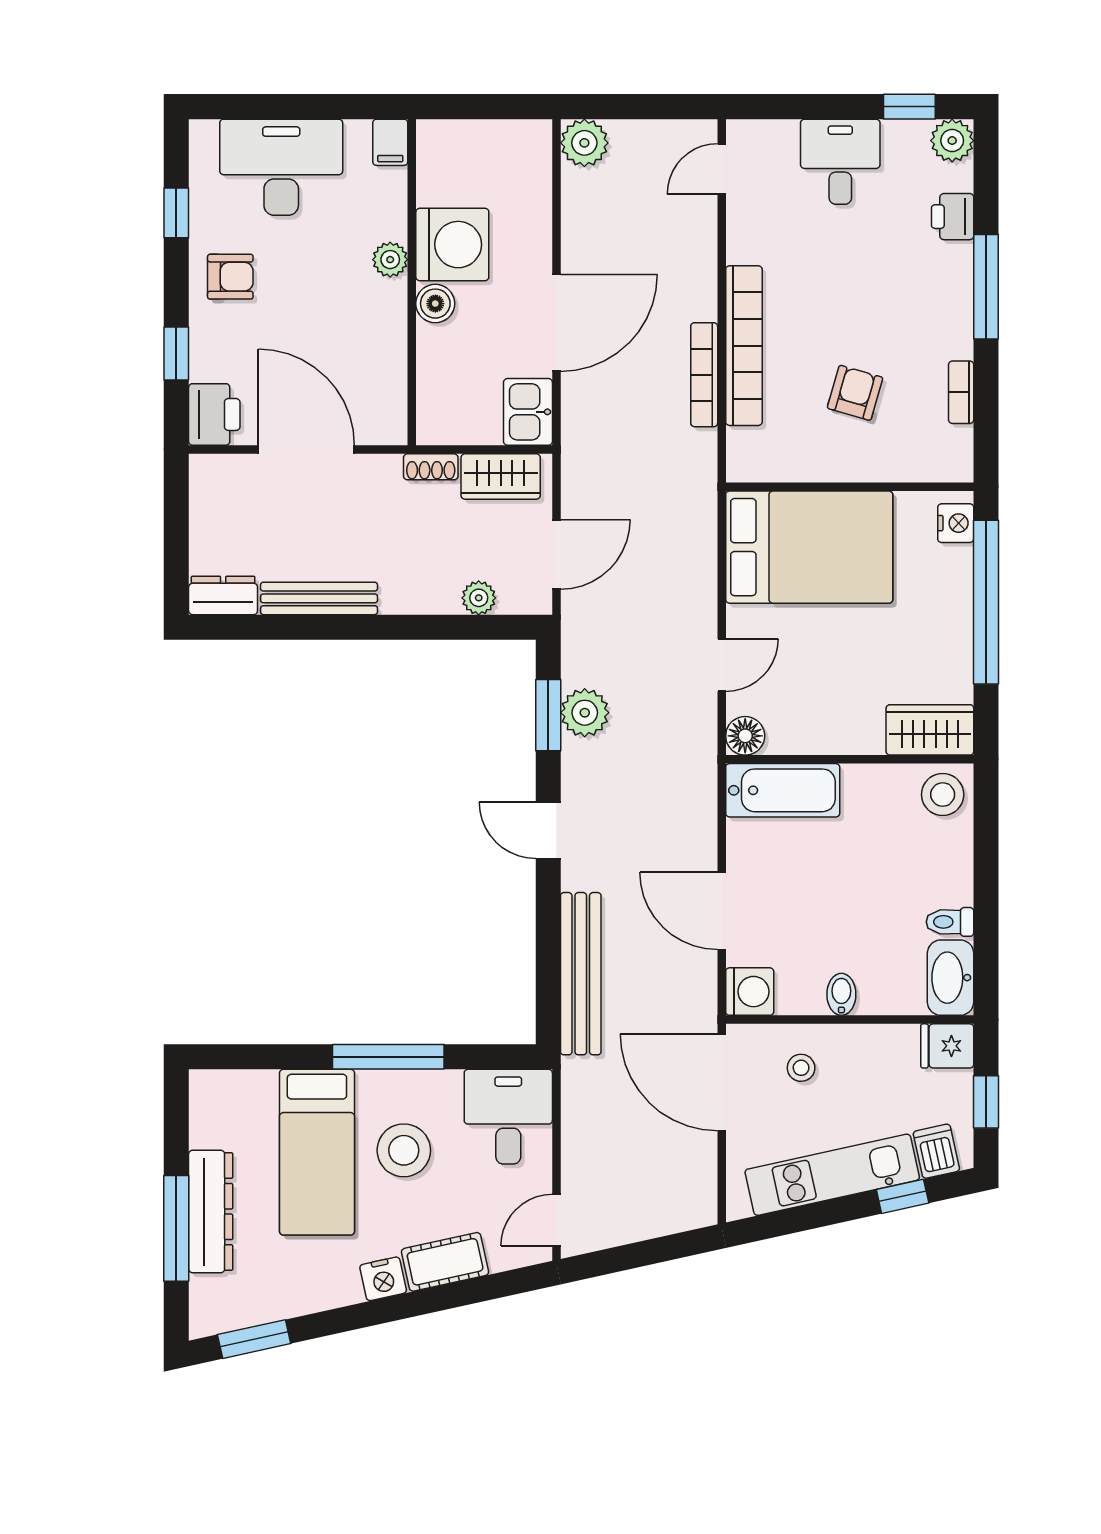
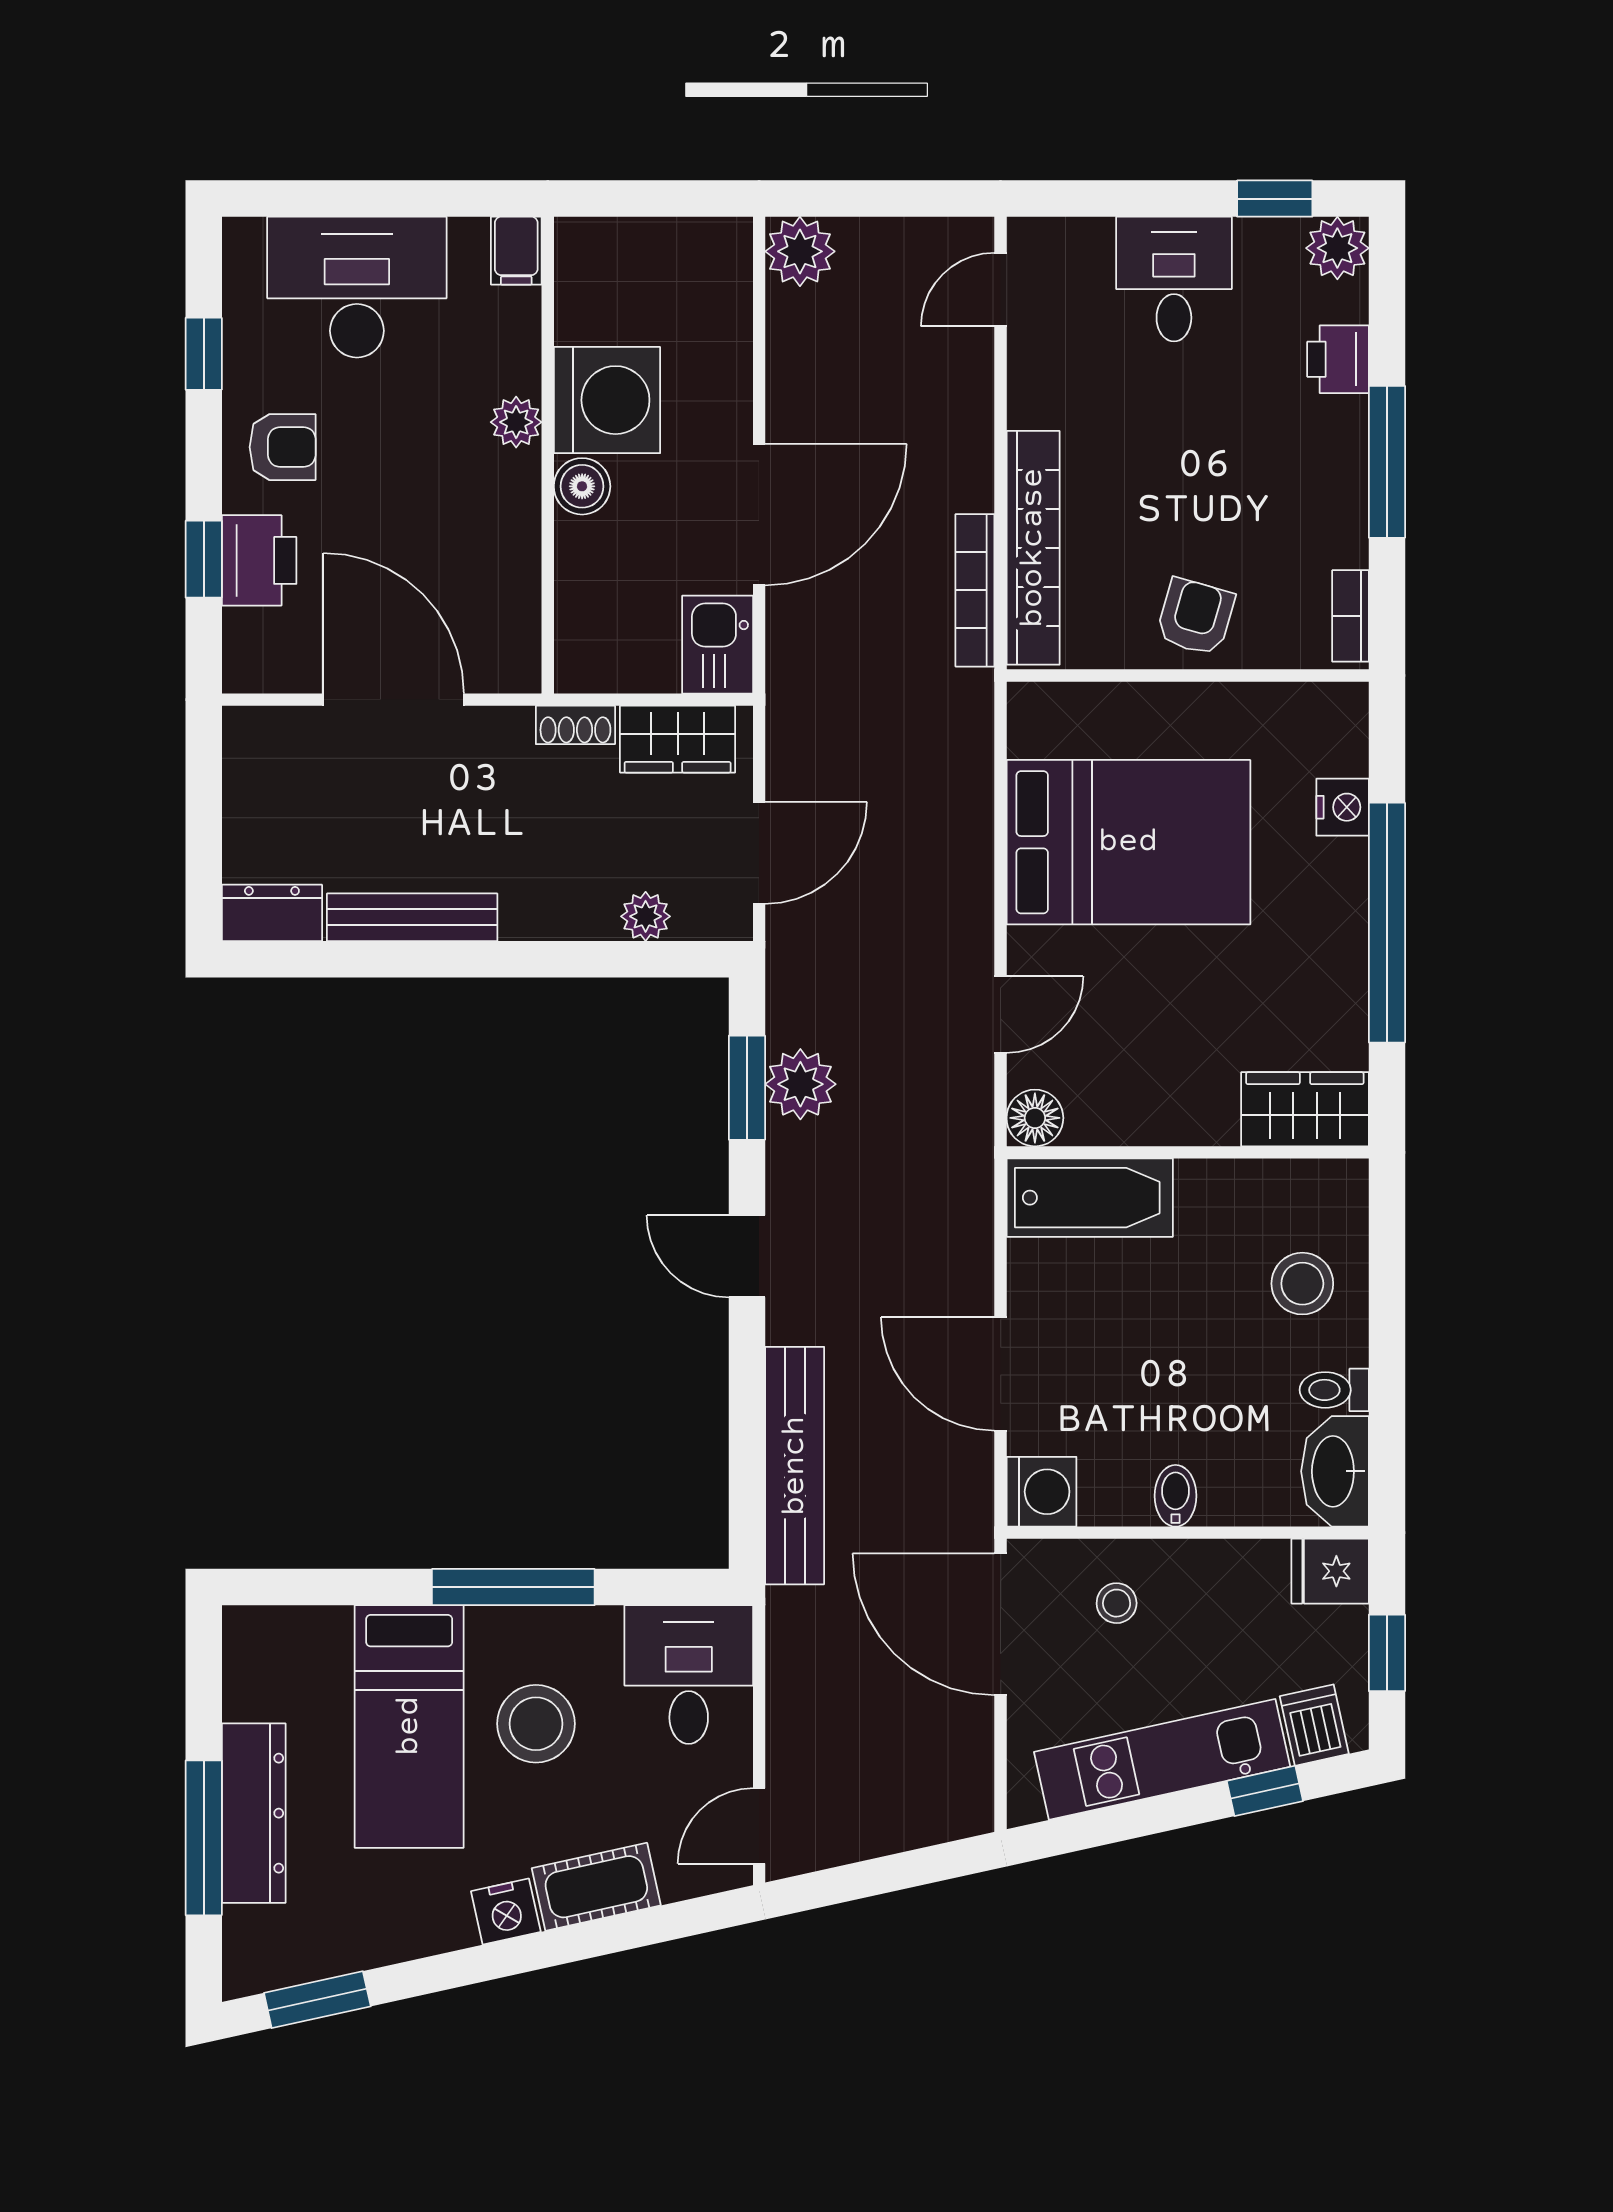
printer: (214, 414) -> (259, 560), moved
wall: (850, 487) -> (1188, 675), moved
stool: (943, 795) -> (1302, 1284), moved

